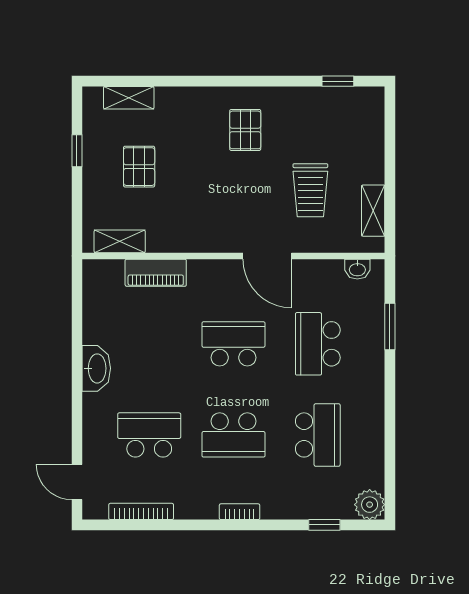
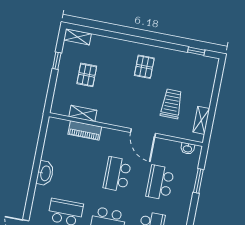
shelving: (129, 98) -> (77, 37), moved
trolley: (310, 190) -> (171, 104), turned 180
shelving: (120, 241) -> (83, 114), moved
school desk: (233, 344) -> (117, 174), turned -90

